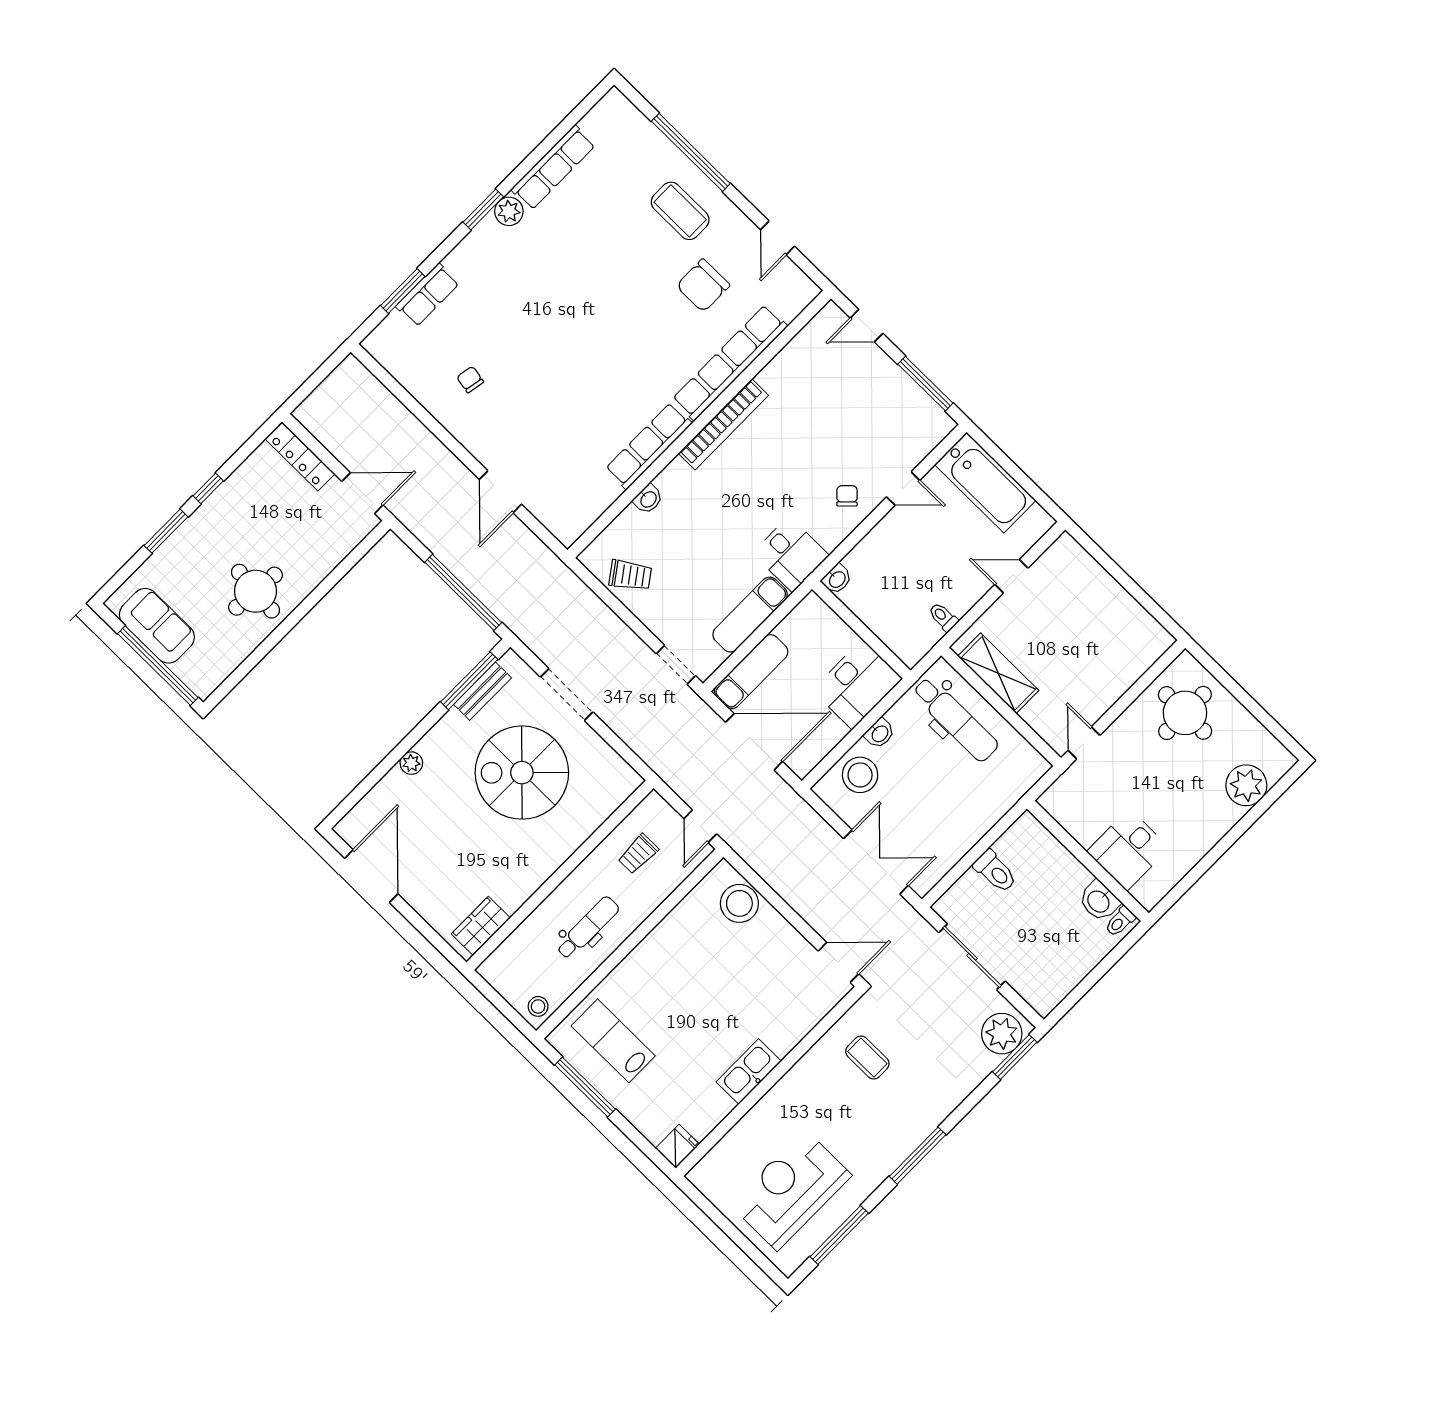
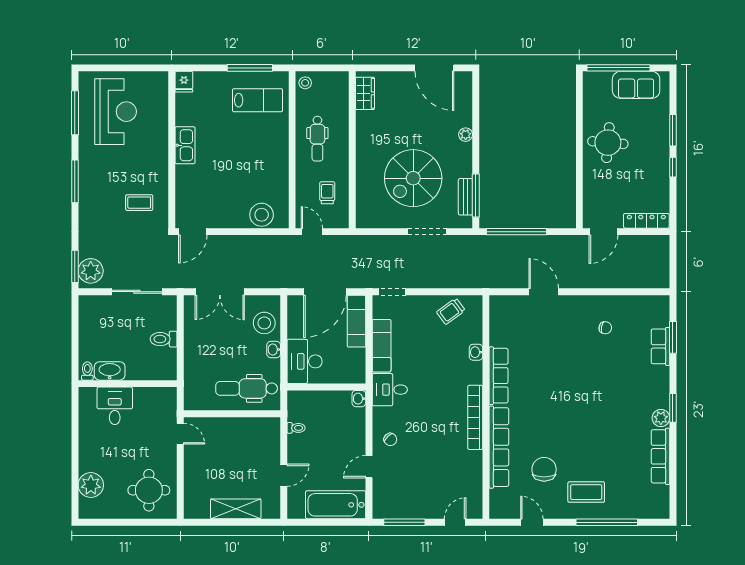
shelving: (998, 673) -> (236, 509), moved
spiral stairs: (522, 773) -> (413, 178), turned 180
washbasin: (1099, 901) -> (110, 371), width x1.38

